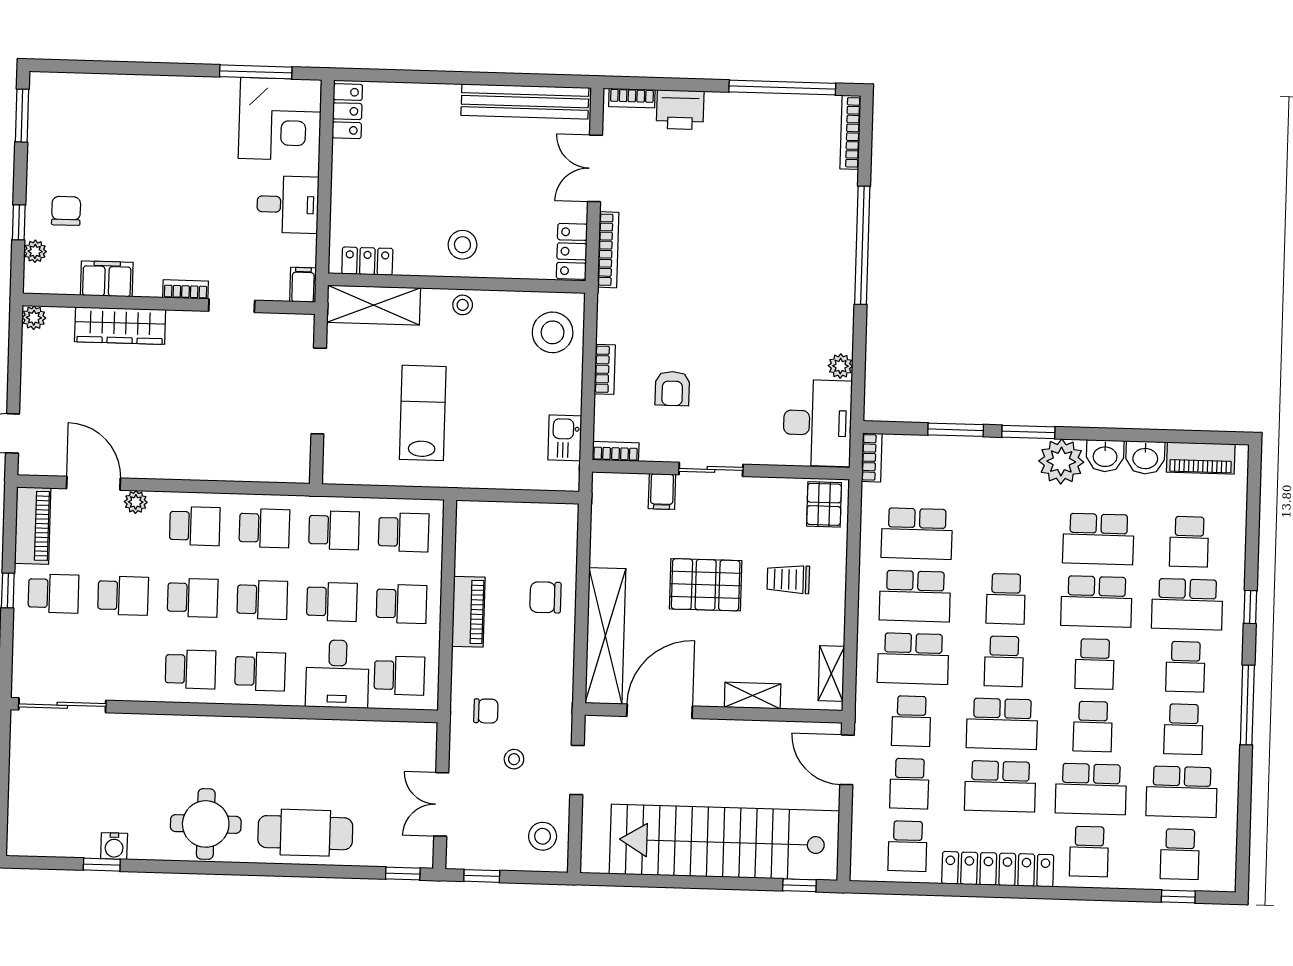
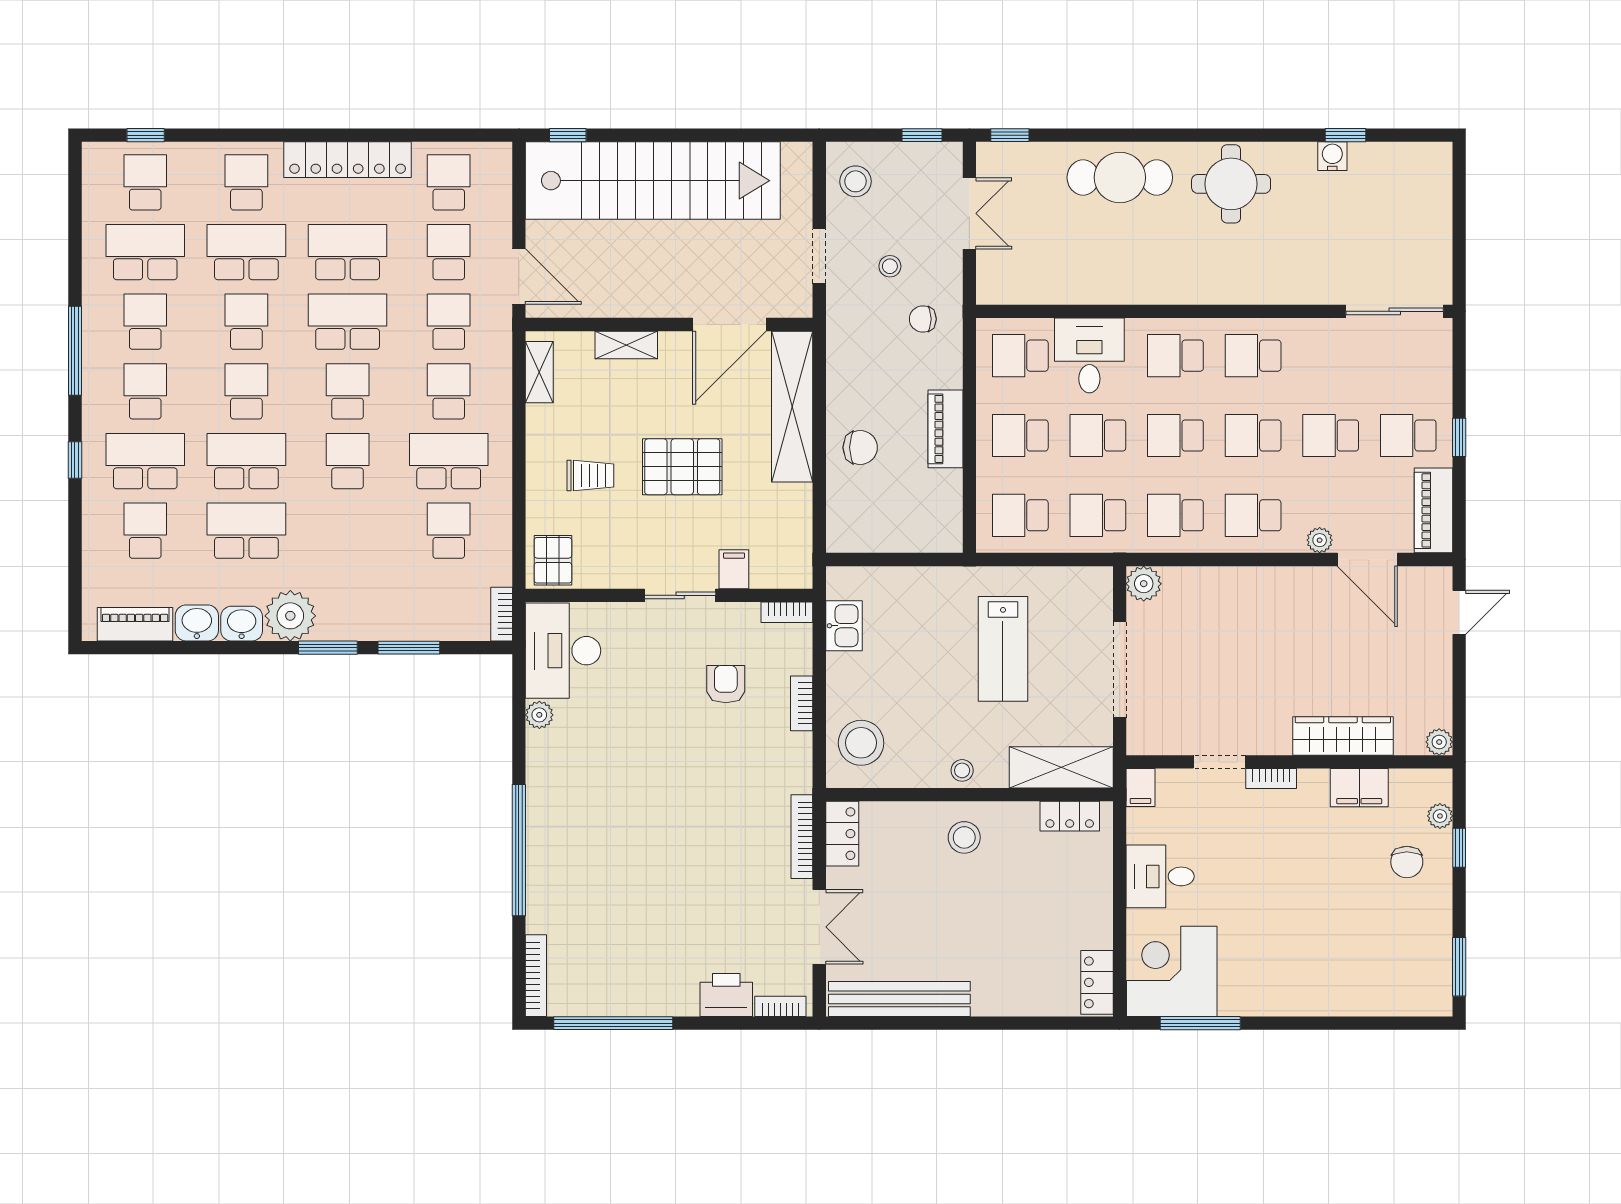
plant: (295, 468) -> (1144, 584), added
school desk: (917, 534) -> (449, 531), width x0.54
school desk: (913, 659) -> (449, 391), width x0.54

